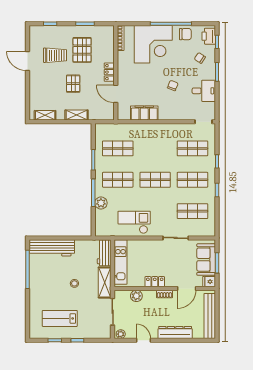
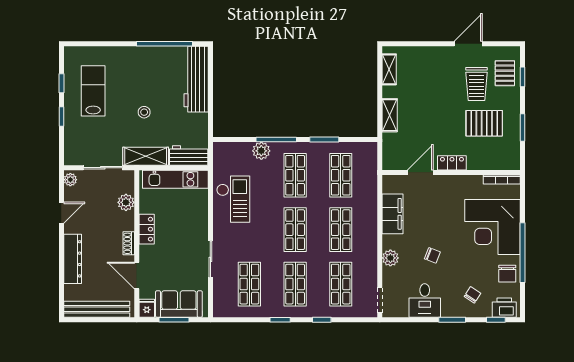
pallet: (73, 84) -> (505, 73), moved, turned 90
plant: (175, 114) -> (390, 258), added
shop shelf: (155, 148) -> (341, 230), added

